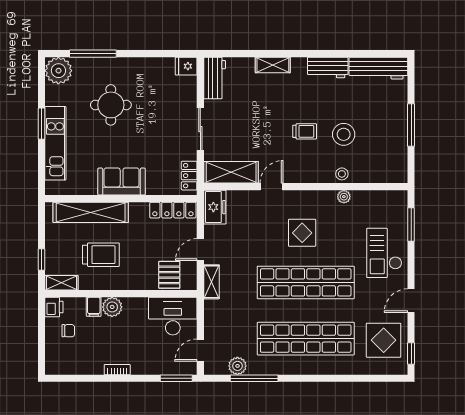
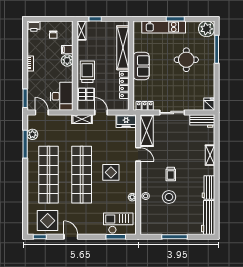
locker: (173, 210) -> (124, 85), moved
checkout: (384, 253) -> (118, 223), moved
trolley: (101, 255) -> (87, 72), moved, turned 180
printer: (54, 307) -> (34, 26), moved

